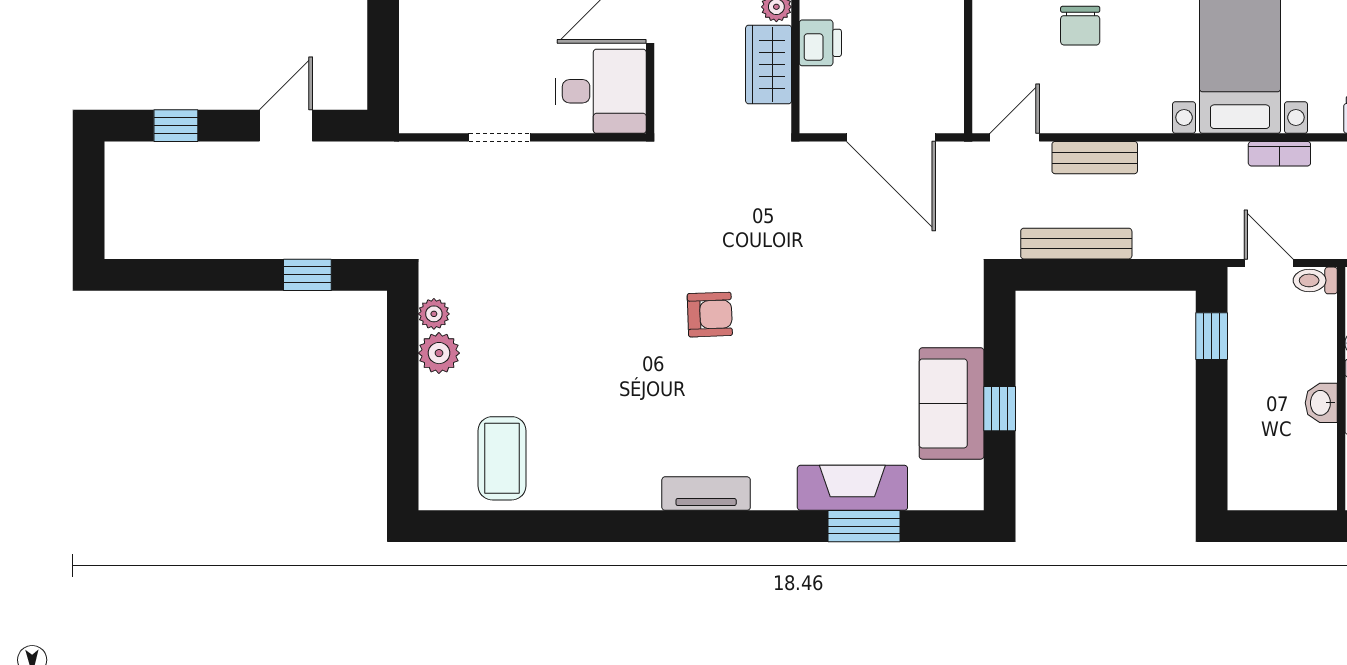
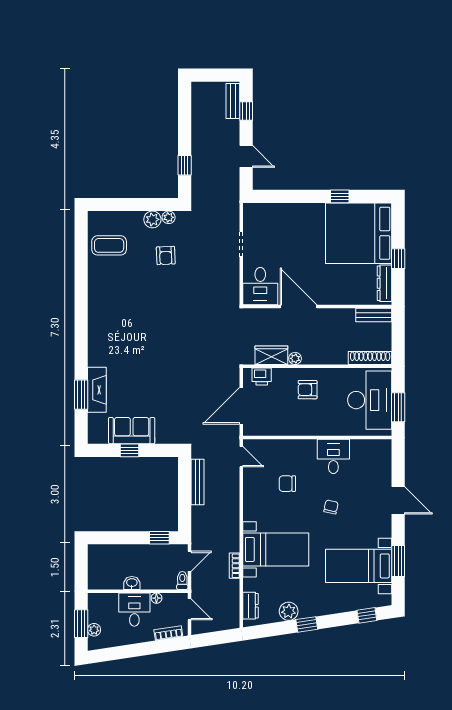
printer: (820, 43) -> (262, 377), moved
bench: (1095, 158) -> (233, 101), moved
armchair: (710, 315) -> (166, 255), moved
tv unit: (706, 494) -> (95, 329), removed

